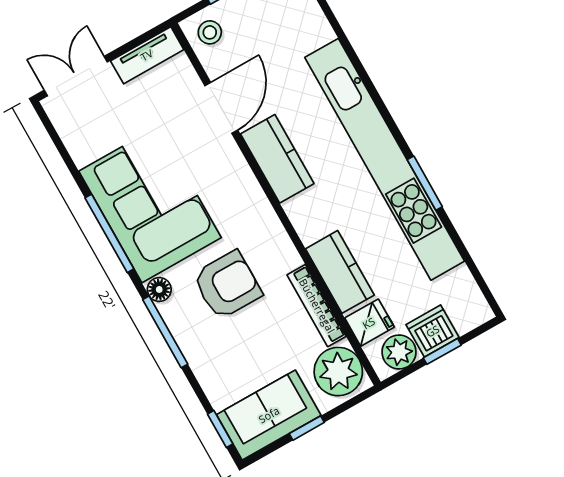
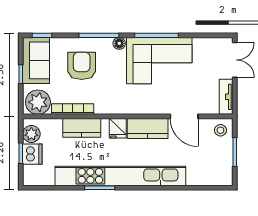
armchair: (227, 285) -> (82, 66), moved, turned 180
fridge: (369, 323) -> (118, 128), moved

